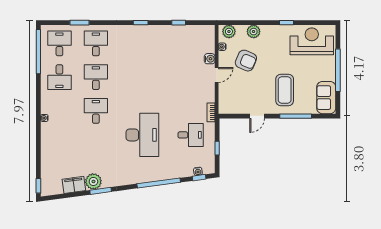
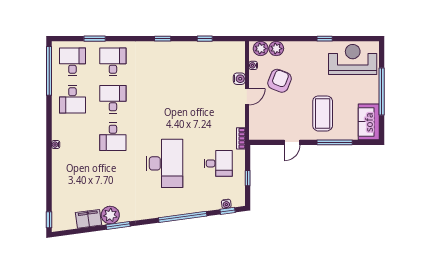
plant: (254, 32) -> (276, 49), moved
armchair: (246, 61) -> (280, 81), turned -91
desk: (96, 111) -> (113, 137), turned 180

